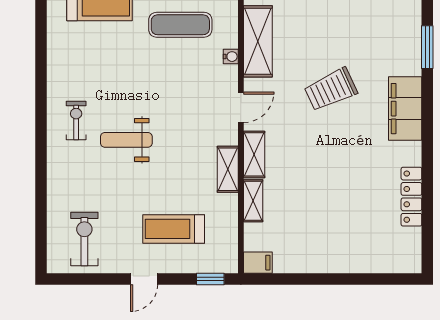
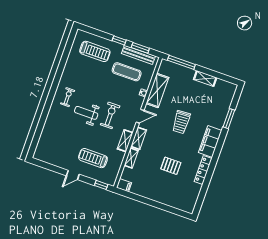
trolley: (331, 89) -> (181, 122), turned -68
pallet: (341, 188) -> (171, 166), added
locker: (411, 197) -> (203, 170), moved
exercise bike: (84, 239) -> (110, 115), moved

